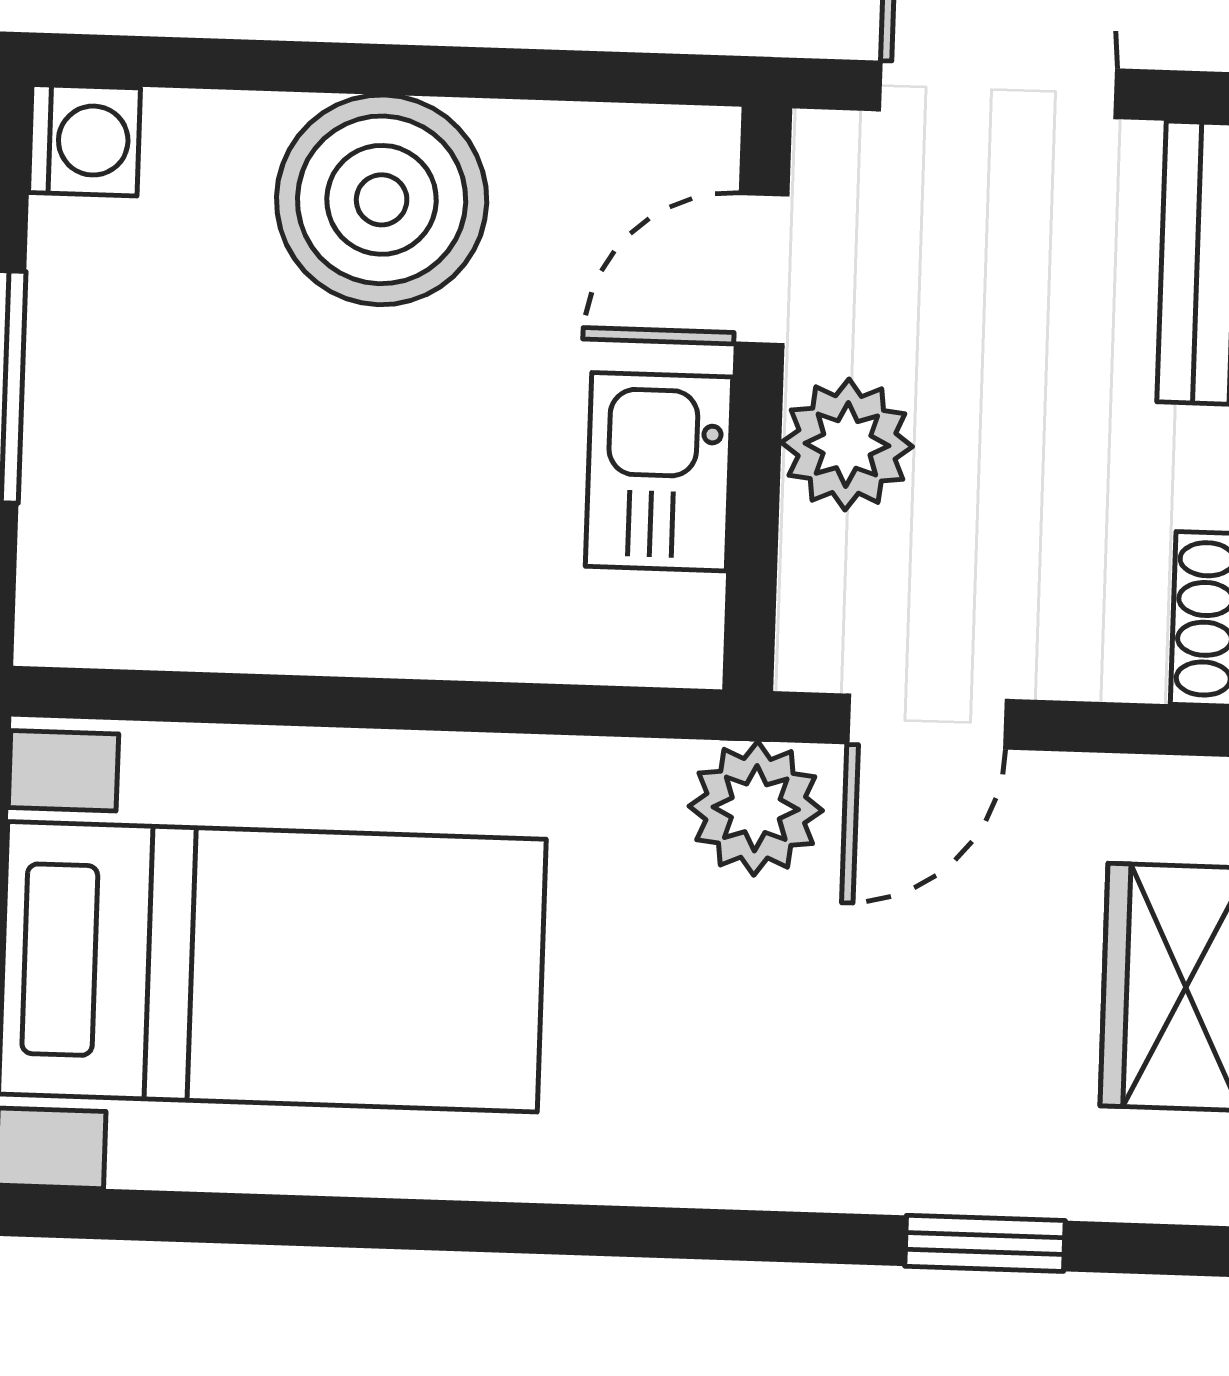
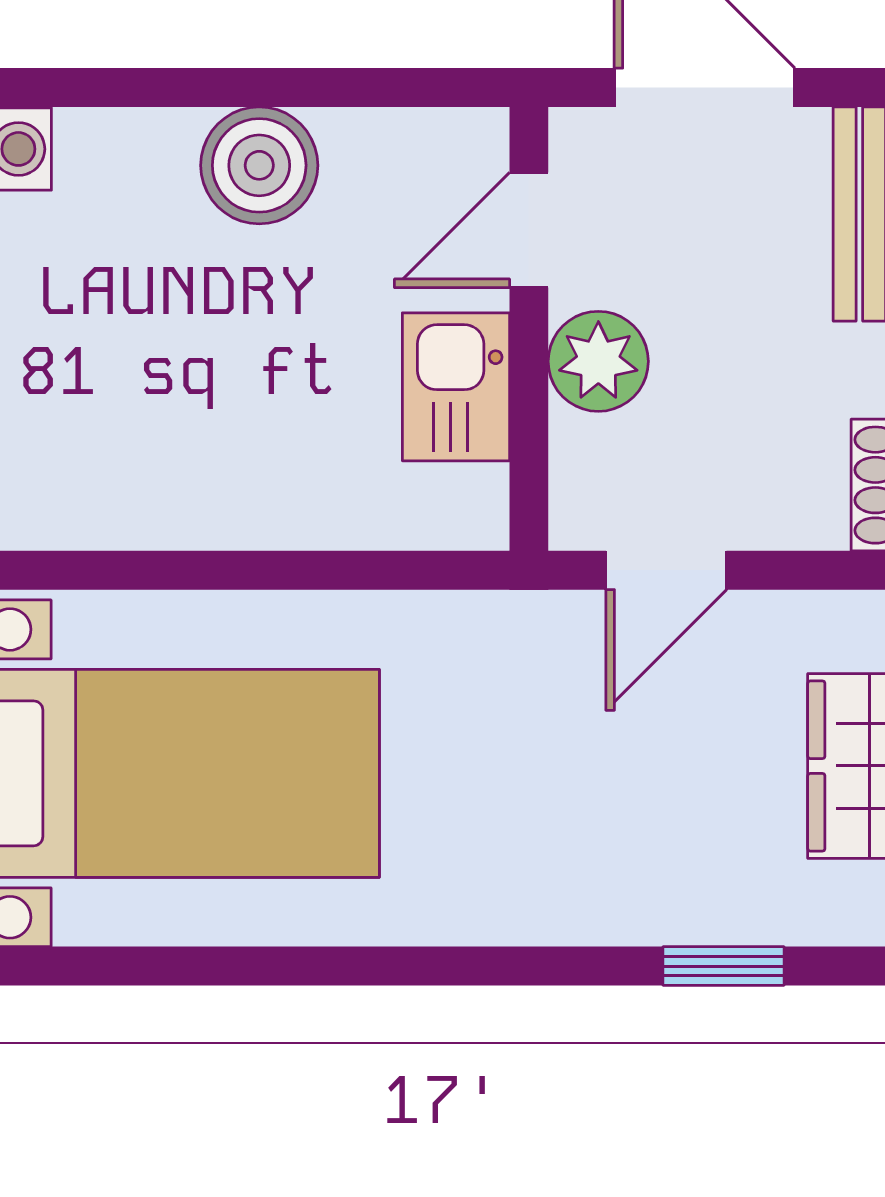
boiler: (382, 200) -> (259, 165), width x0.73, depth x0.73
plant: (756, 808) -> (538, 641), removed

